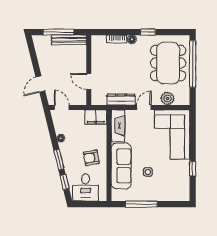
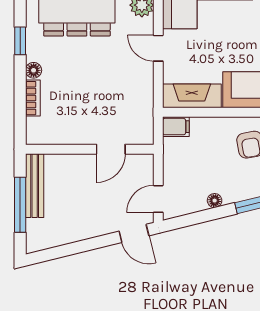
door: (40, 84) -> (134, 233), moved
dresser: (121, 99) -> (144, 90), removed
filing cabinet: (96, 117) -> (176, 127), width x0.50

